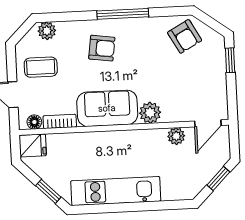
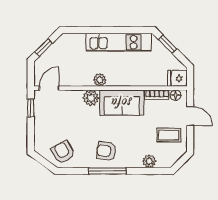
plant: (47, 31) -> (149, 161), moved
armchair: (102, 48) -> (106, 151), moved
window: (230, 60) -> (31, 108), moved
plant: (176, 136) -> (100, 80), moved

